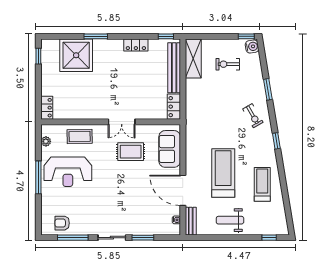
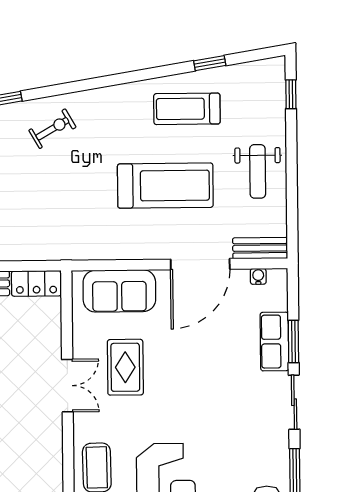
window: (276, 141) -> (210, 63), moved
treadmill: (223, 173) -> (165, 186), turned 180
row of seats: (143, 228) -> (274, 342), added

